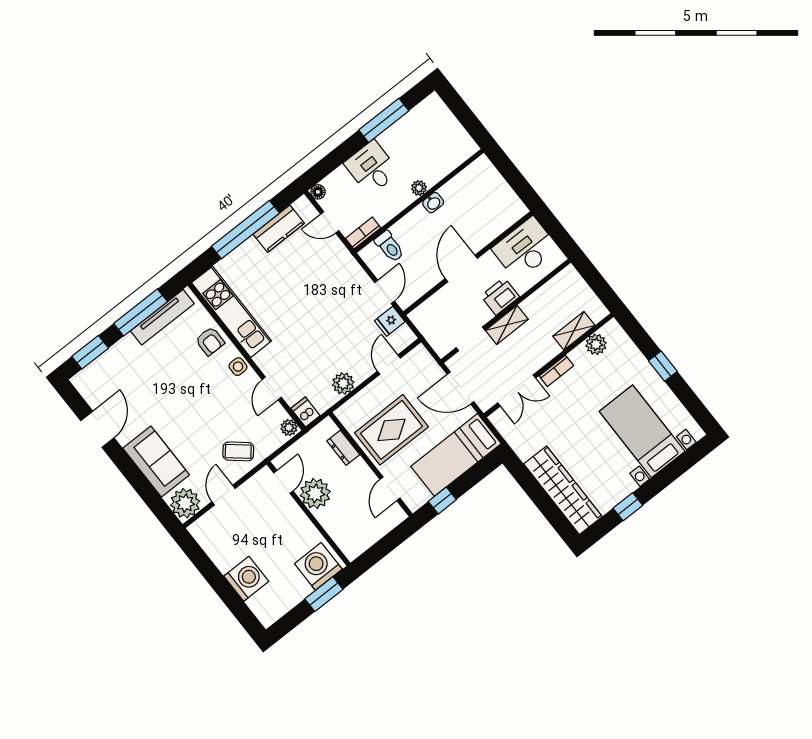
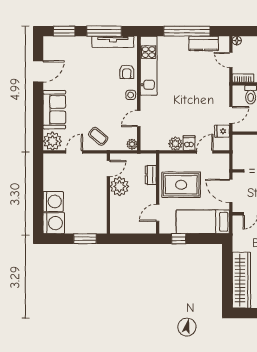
dishwasher: (305, 412) -> (189, 143), moved
washing machine: (318, 566) -> (54, 223), moved, turned 90

